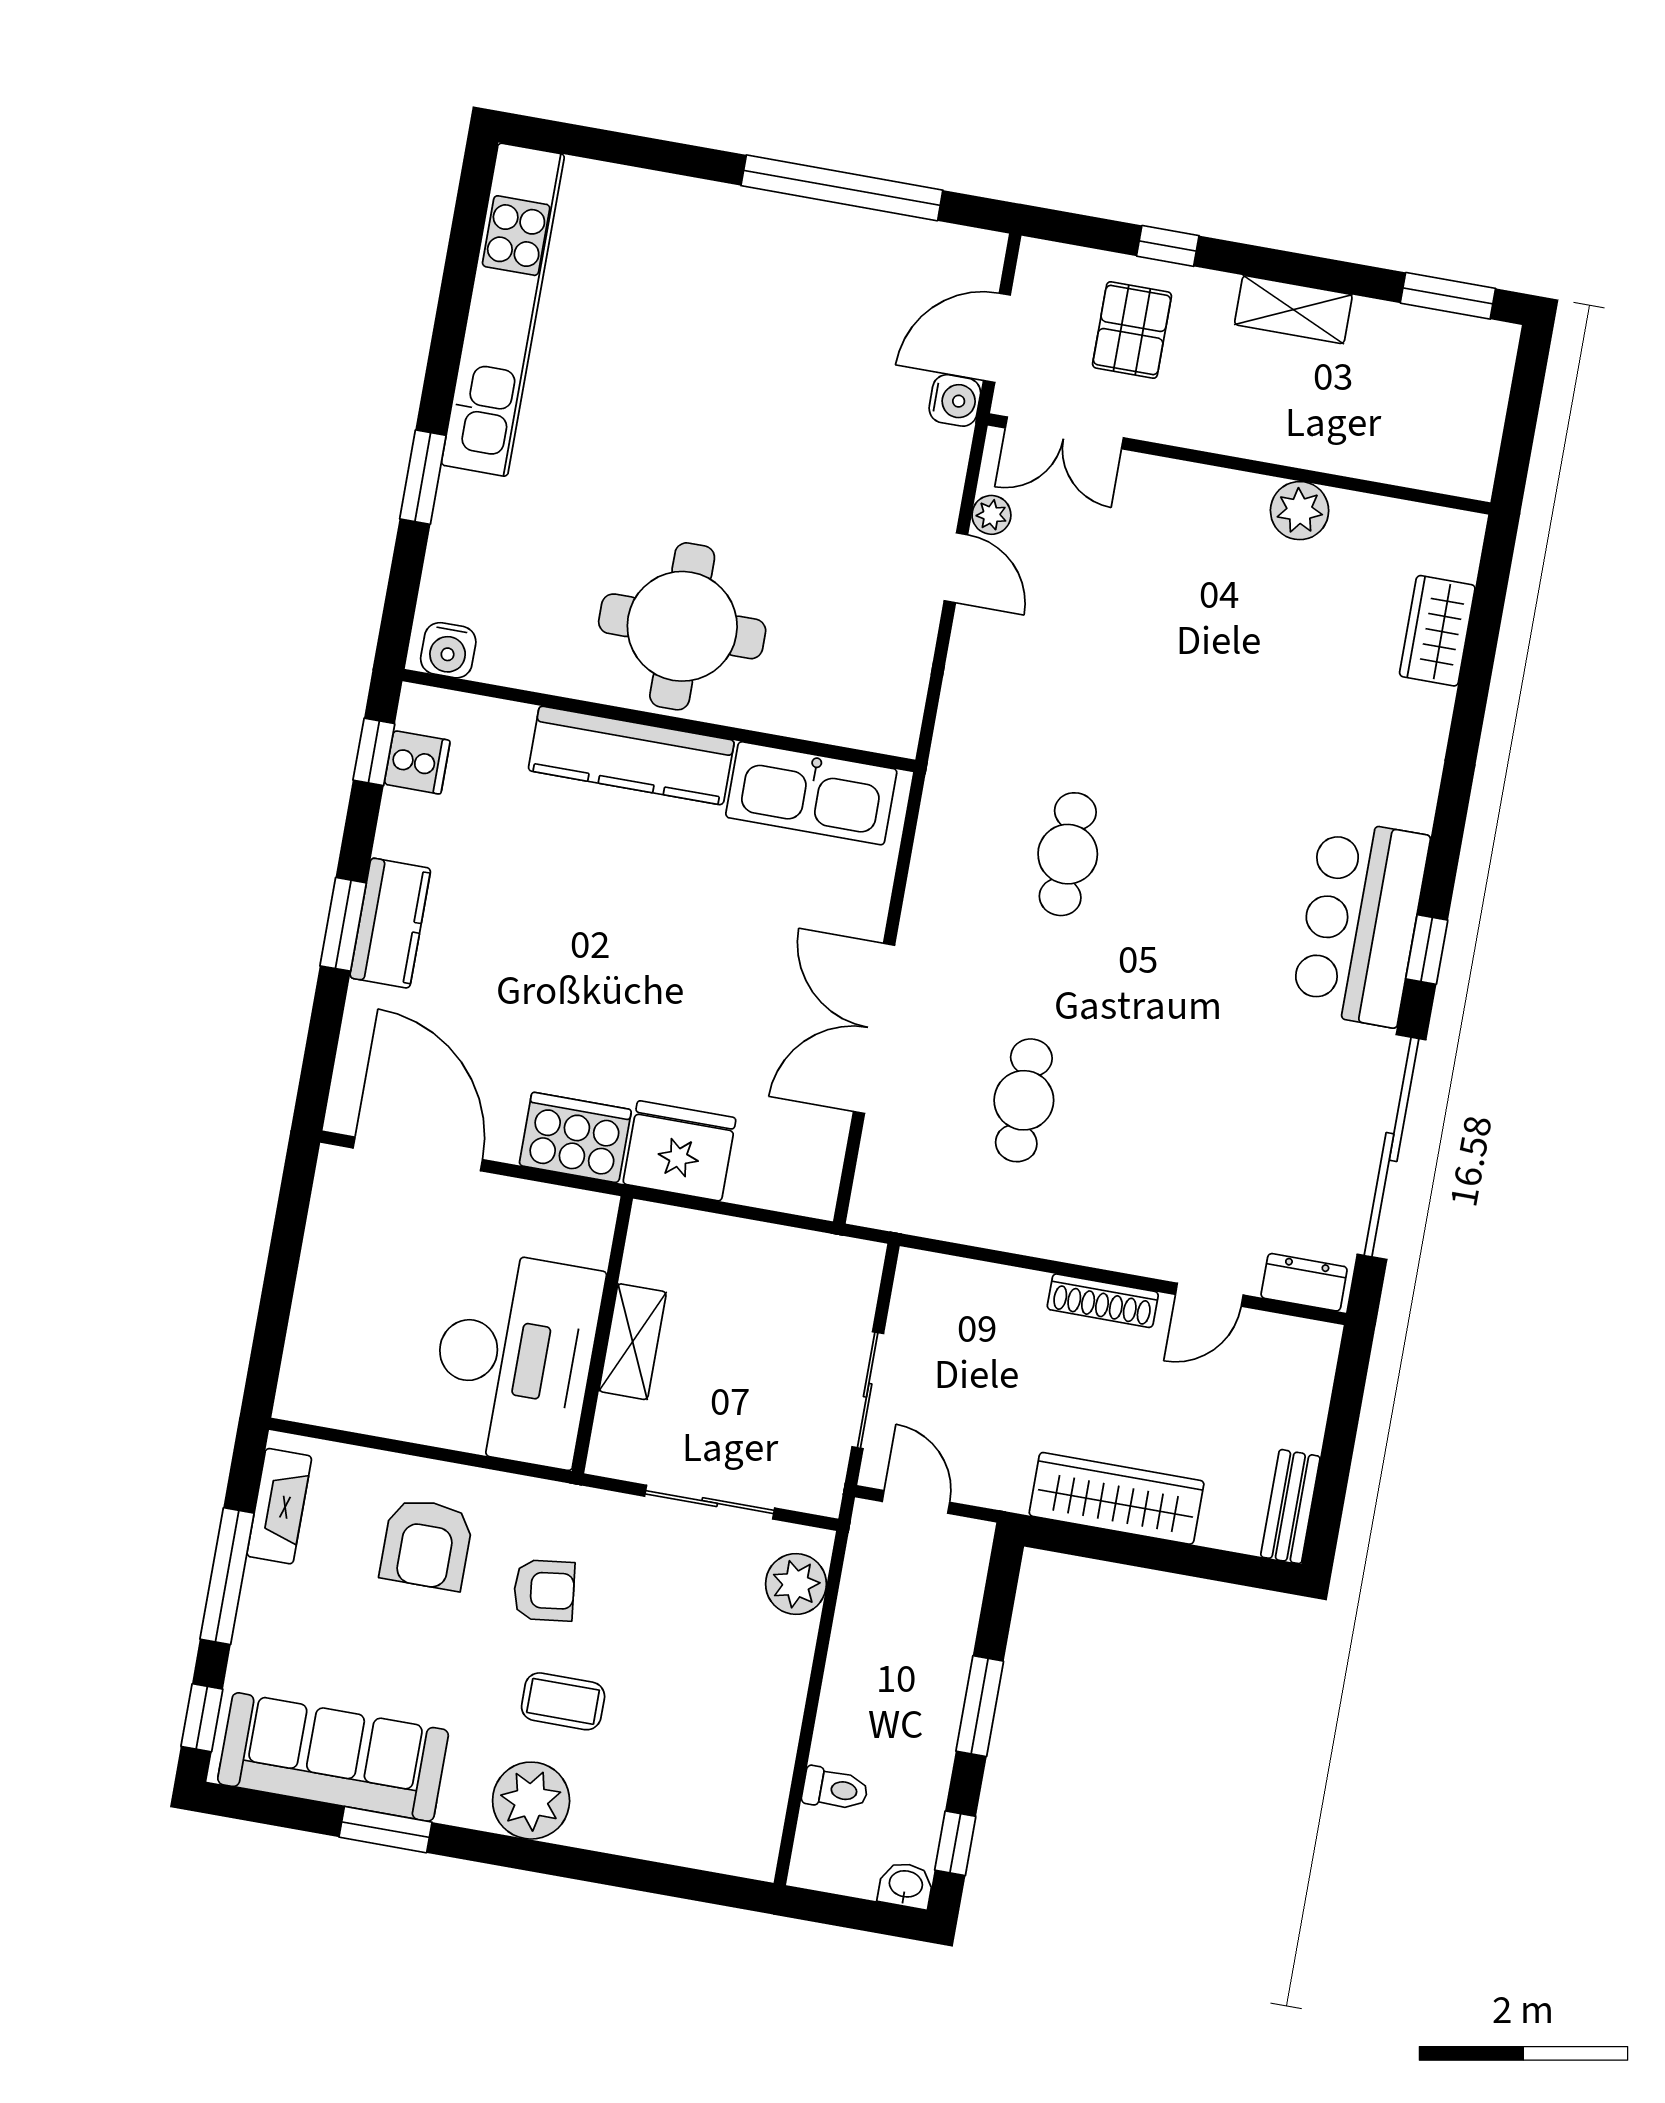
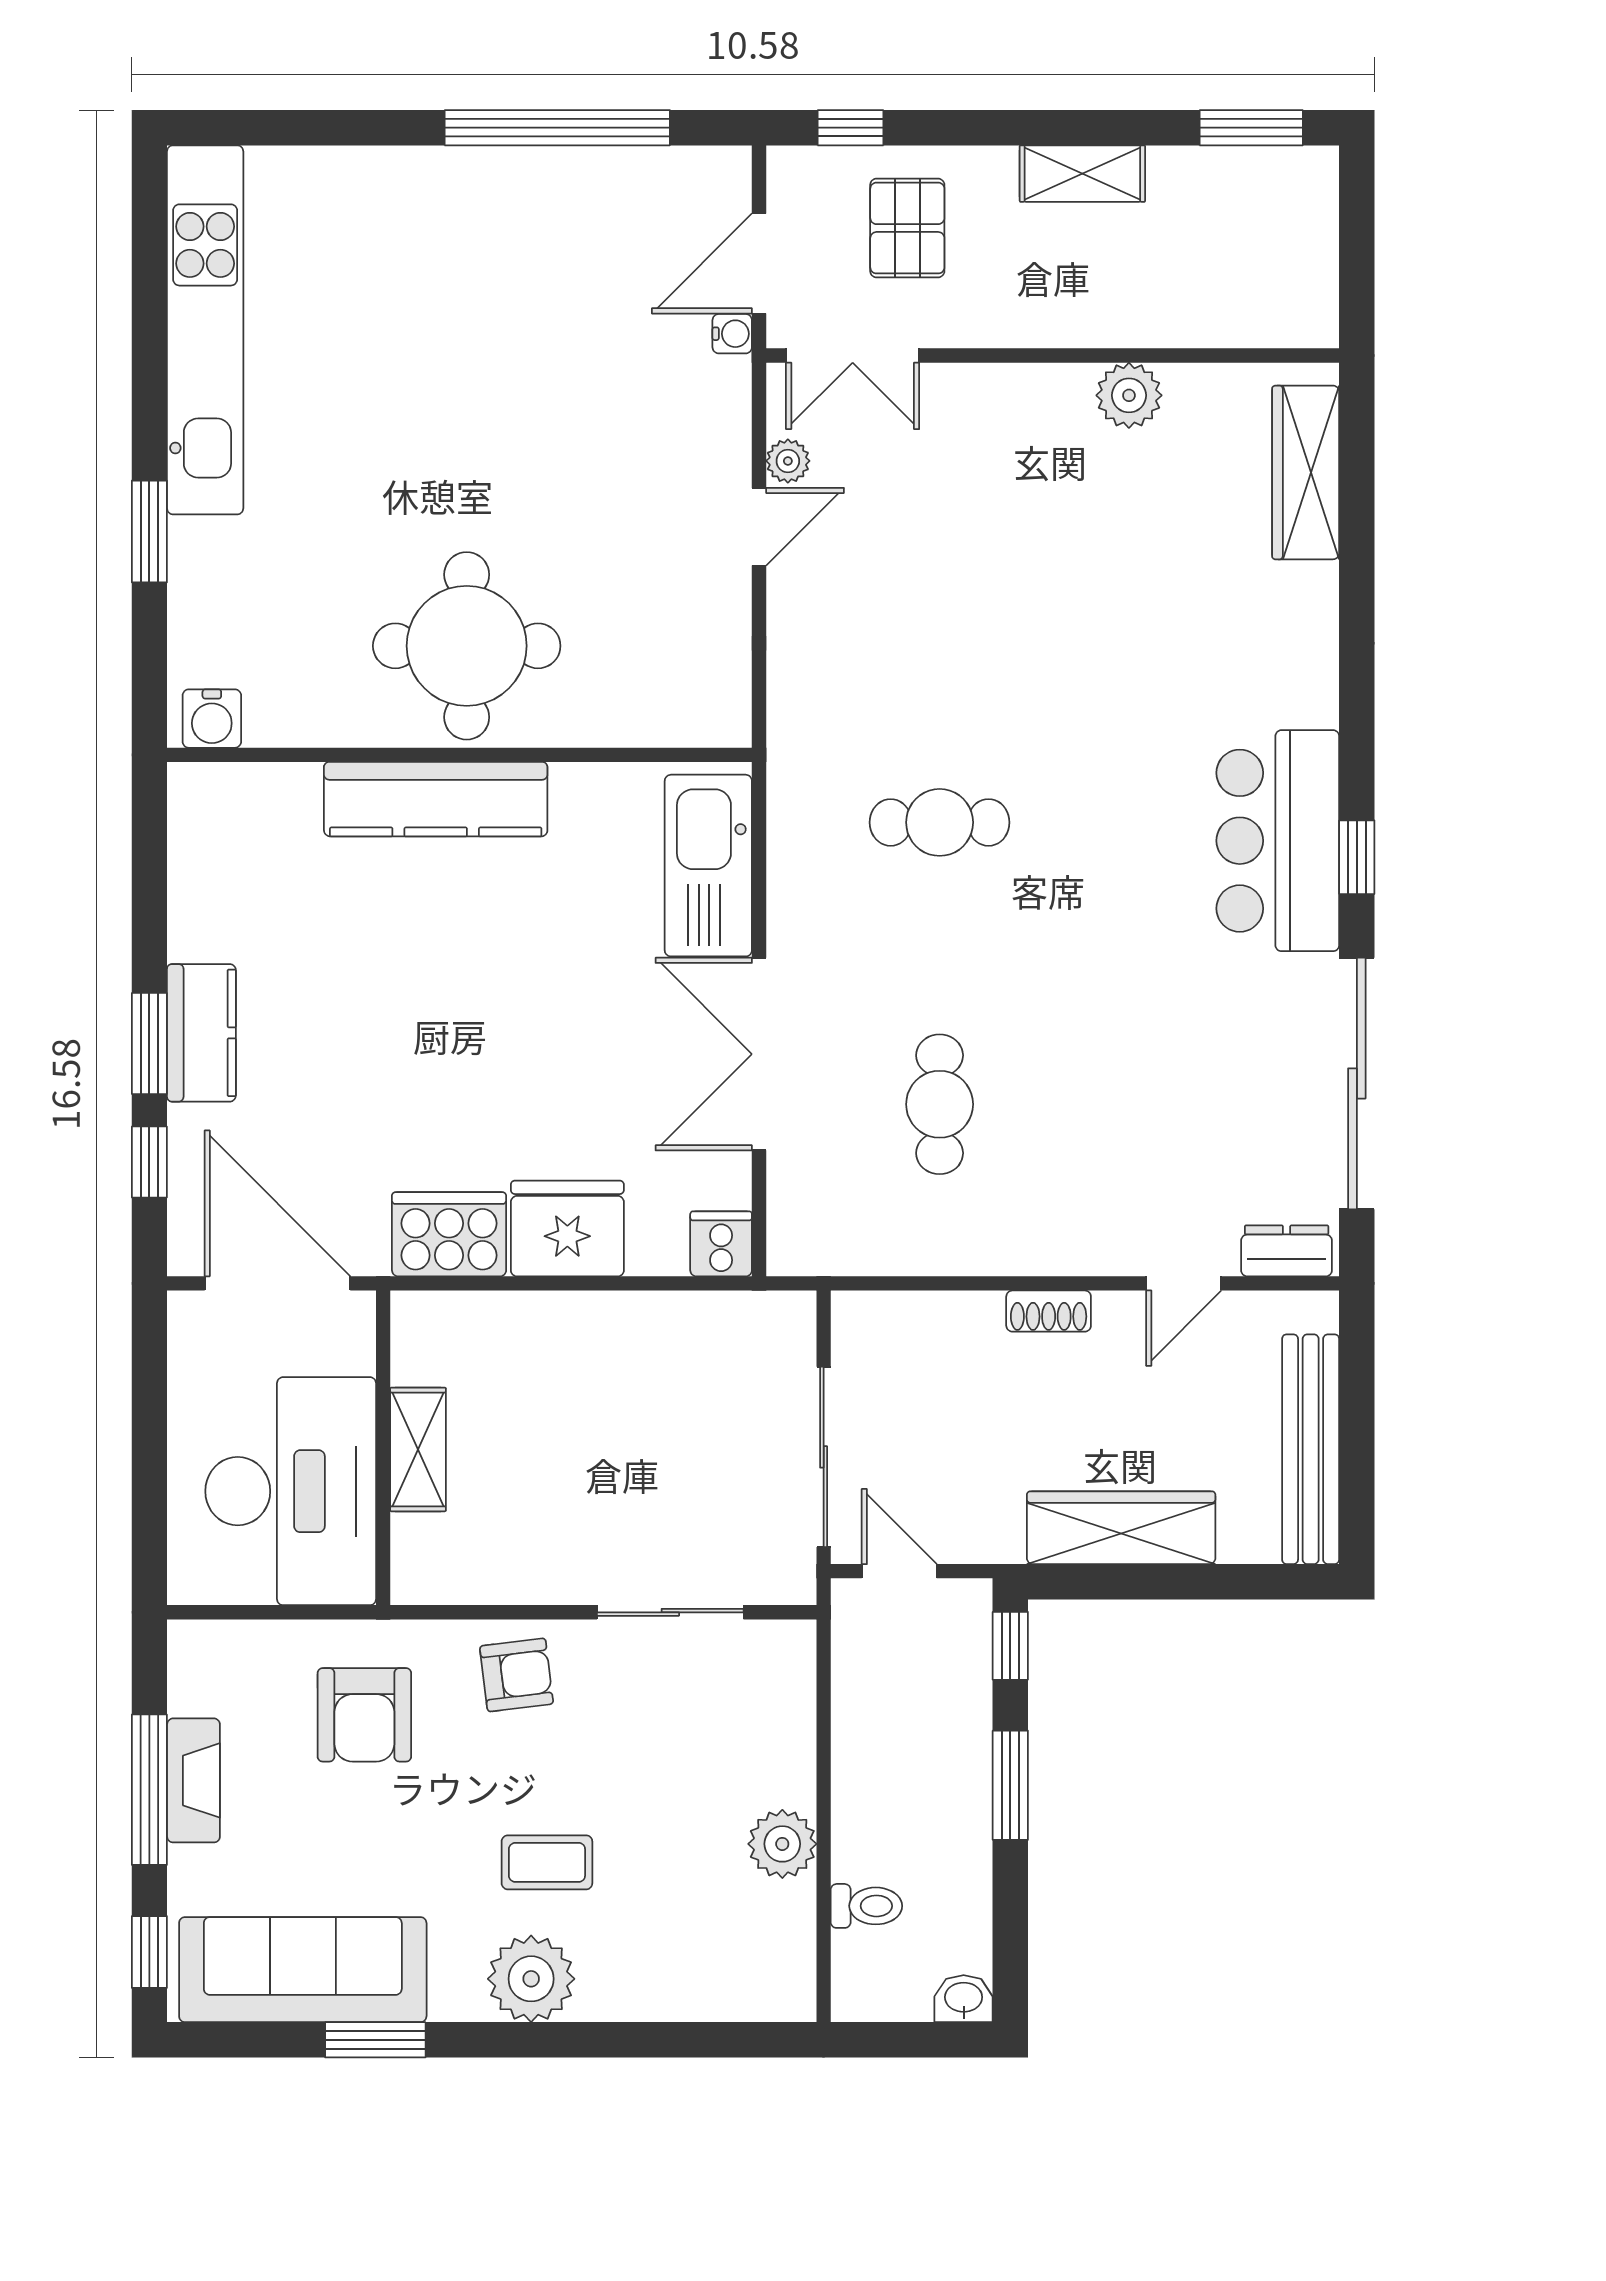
window: (1168, 246) -> (851, 128), moved
water cooler: (955, 400) -> (732, 334), width x0.72, depth x0.72
door: (956, 568) -> (759, 527), hinge flipped
wardrobe: (1437, 631) -> (1306, 472), width x1.50
window: (374, 752) -> (149, 1162), moved
cooker: (417, 762) -> (721, 1244), moved, turned -90
kitchen sink: (811, 793) -> (708, 866), moved, turned 90
cafe table: (1068, 854) -> (940, 822), turned 90
shoe rack: (1103, 1301) -> (1049, 1311), width x0.70
wall: (602, 1335) -> (383, 1448), moved
shelving: (633, 1342) -> (418, 1449), moved
desk: (515, 1358) -> (291, 1491), moved
sliding door: (868, 1390) -> (824, 1457), width x1.37
fireplace: (279, 1506) -> (193, 1780), moved
bench: (1290, 1507) -> (1311, 1449), width x1.86, depth x1.21
plant: (796, 1584) -> (782, 1844), moved
armchair: (544, 1590) -> (517, 1675), moved
window: (955, 1843) -> (1010, 1646), moved

